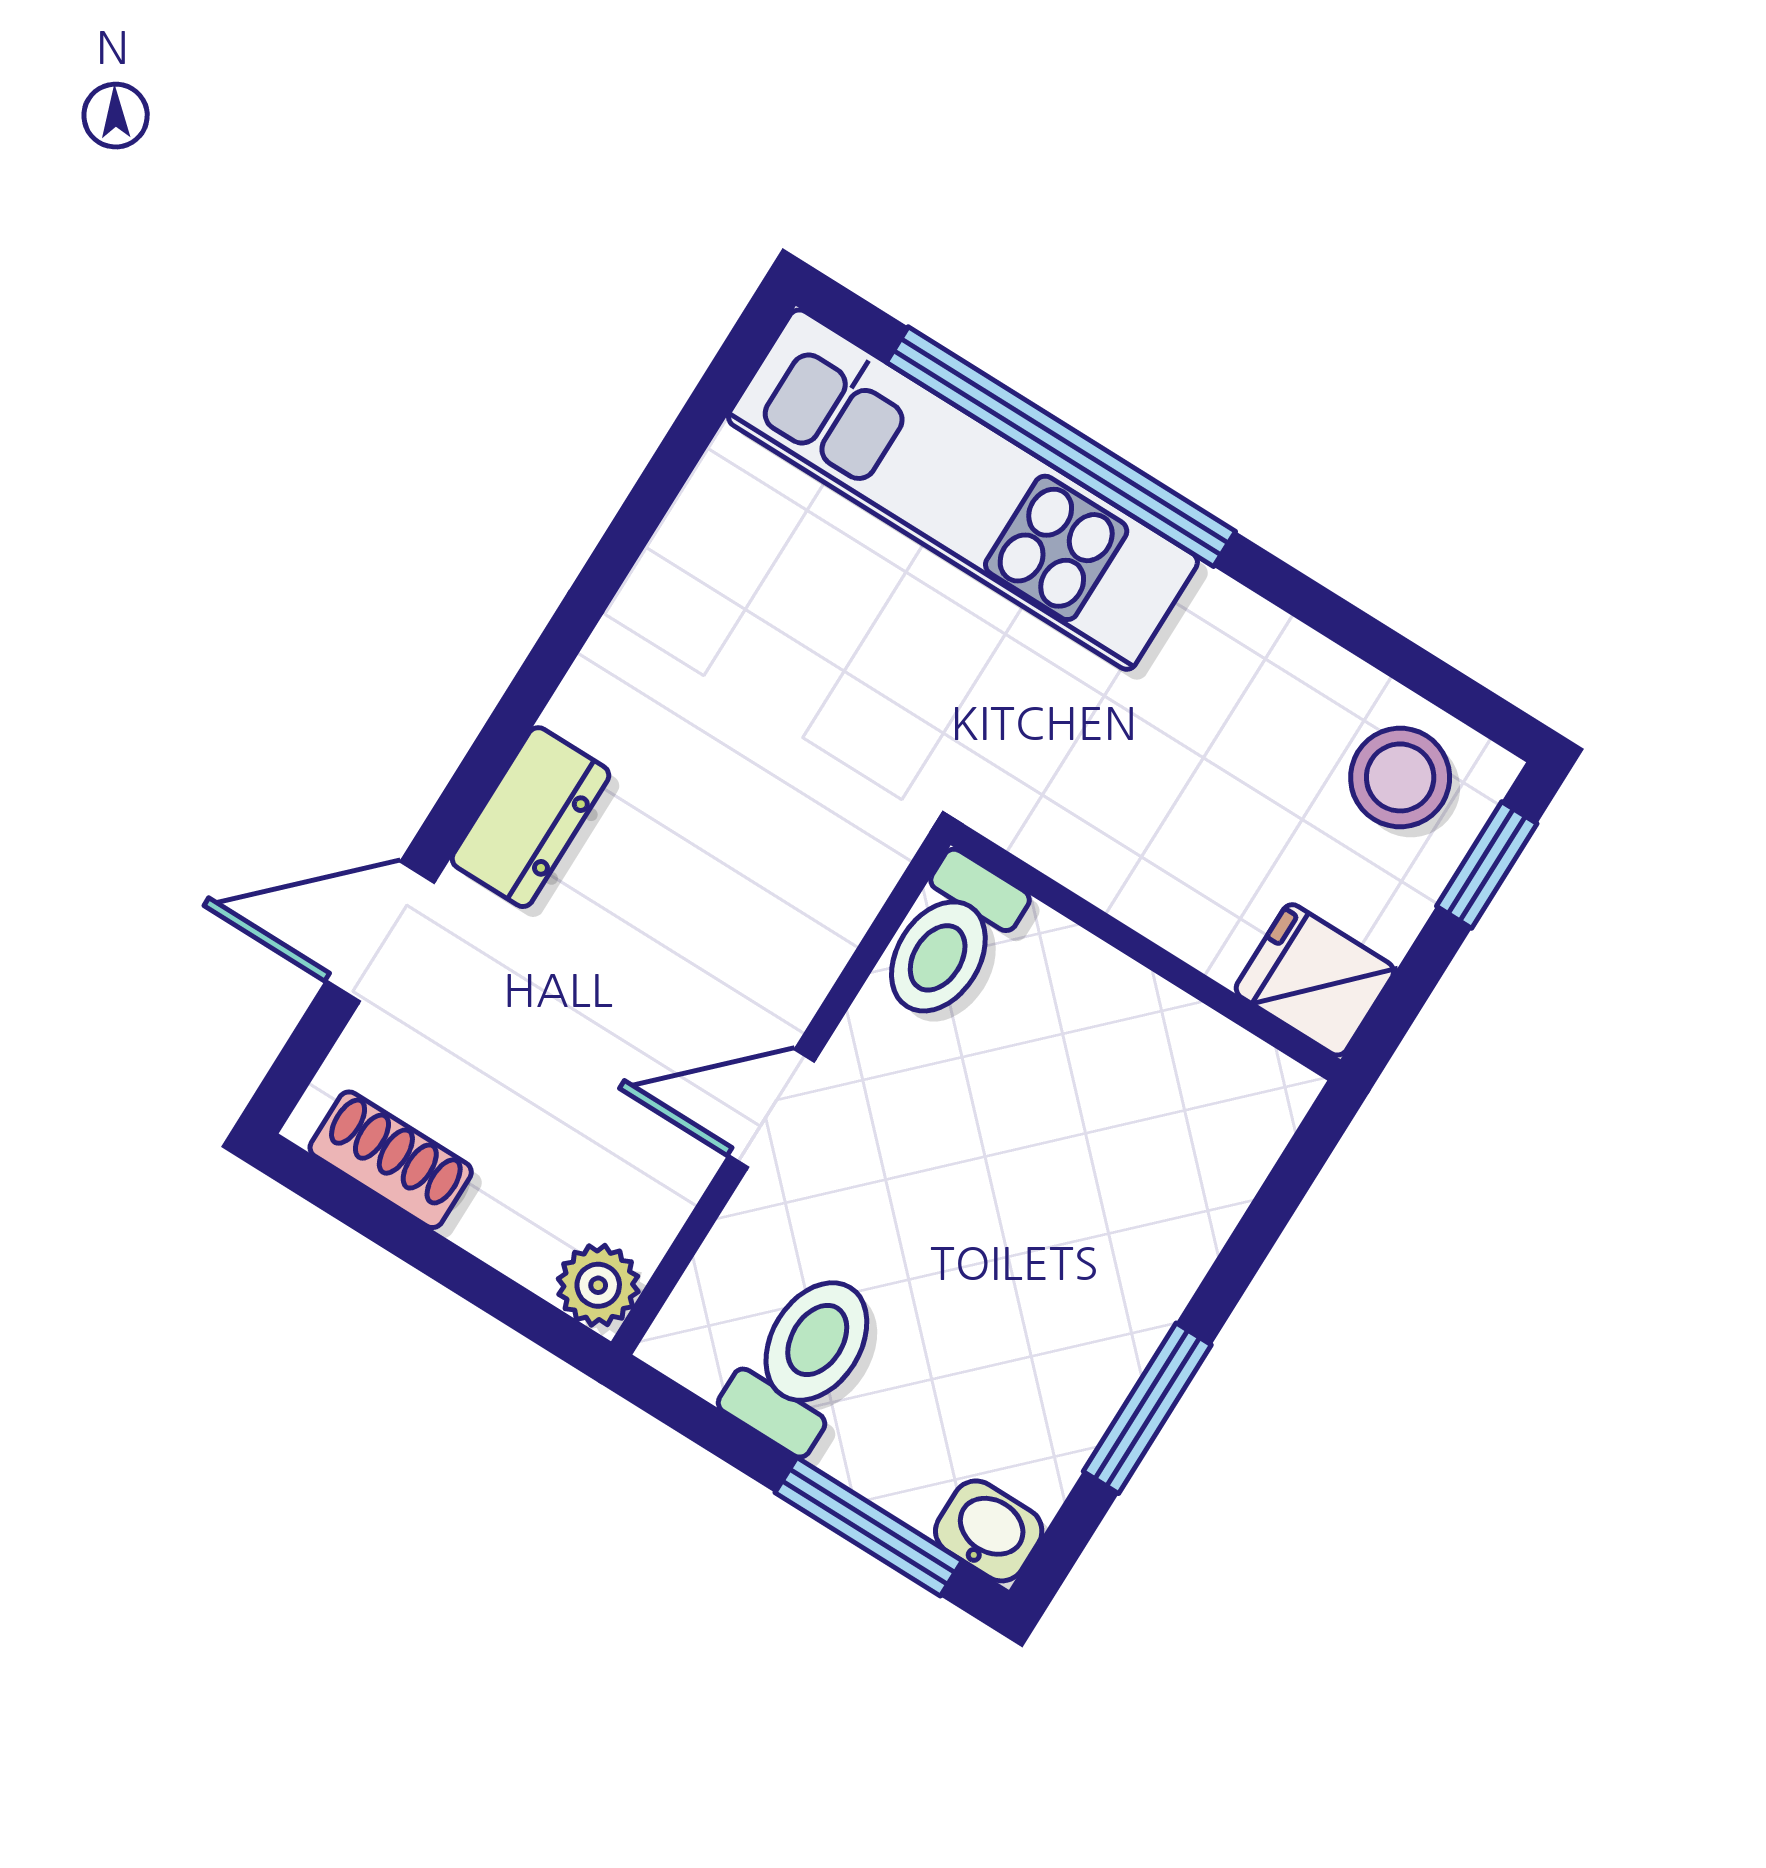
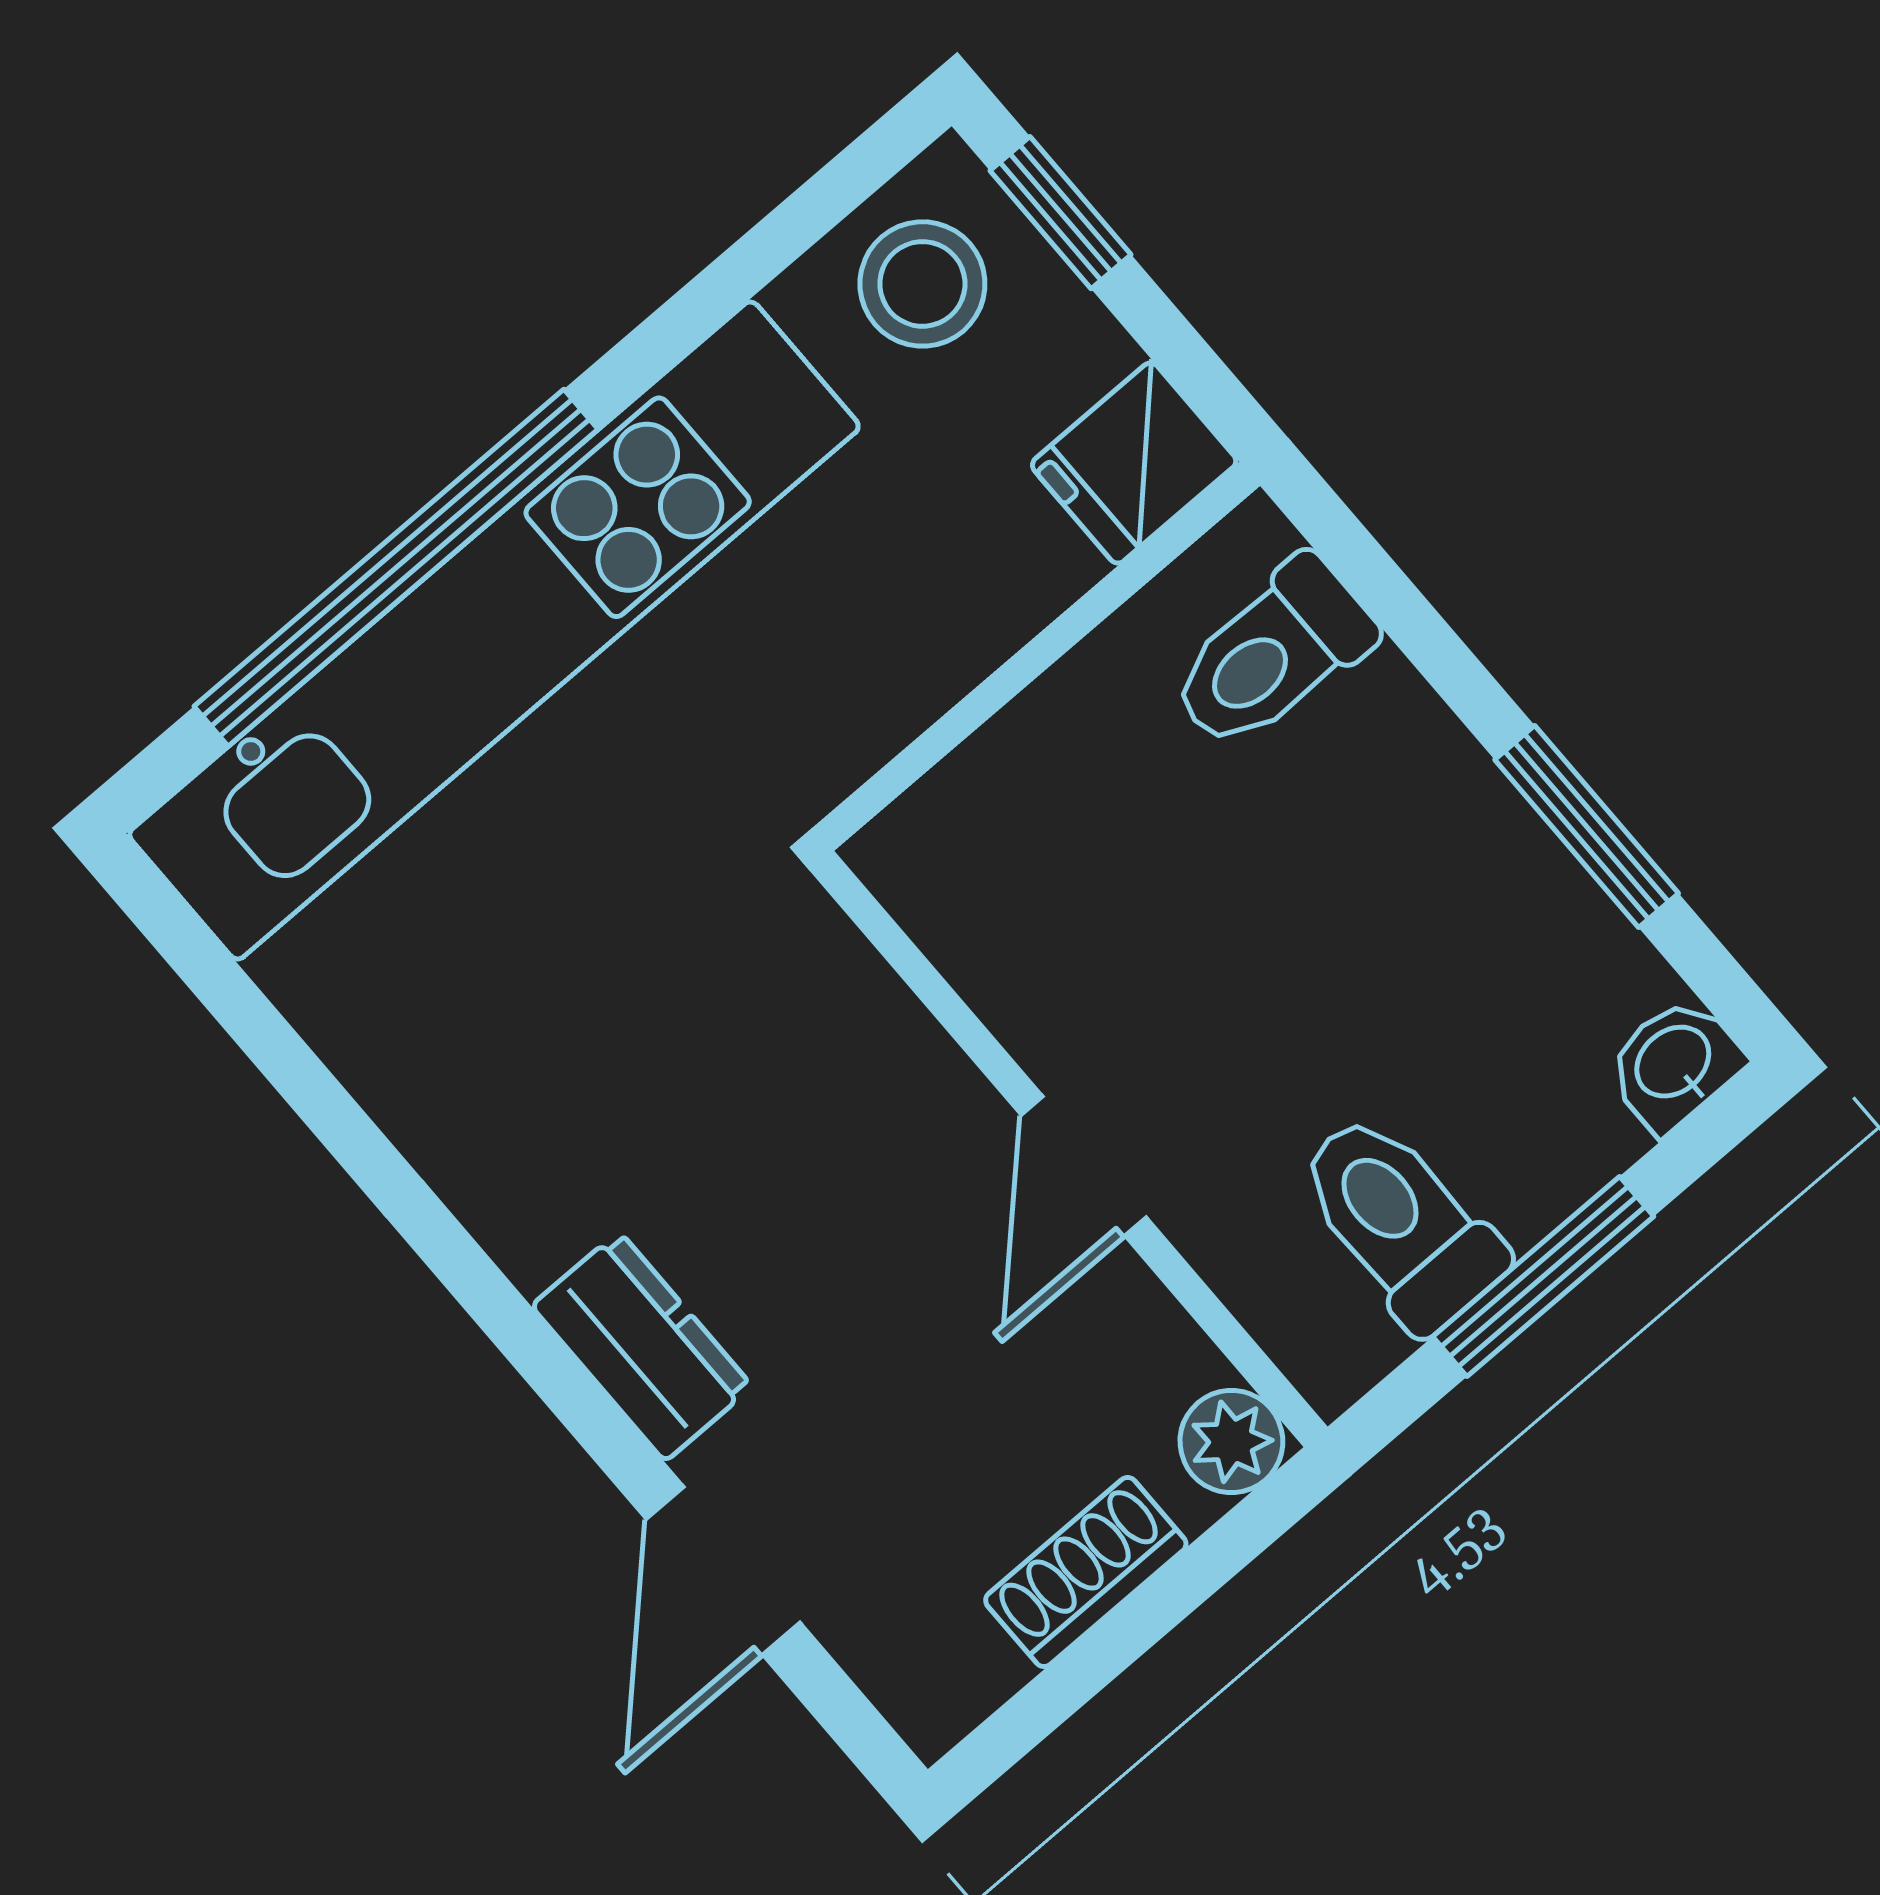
kitchen unit: (963, 490) -> (494, 630), width x1.36
toilet: (949, 939) -> (1272, 655), moved, turned 90
shoe rack: (391, 1160) -> (1086, 1572), moved
window: (869, 1527) -> (1543, 1276), moved

